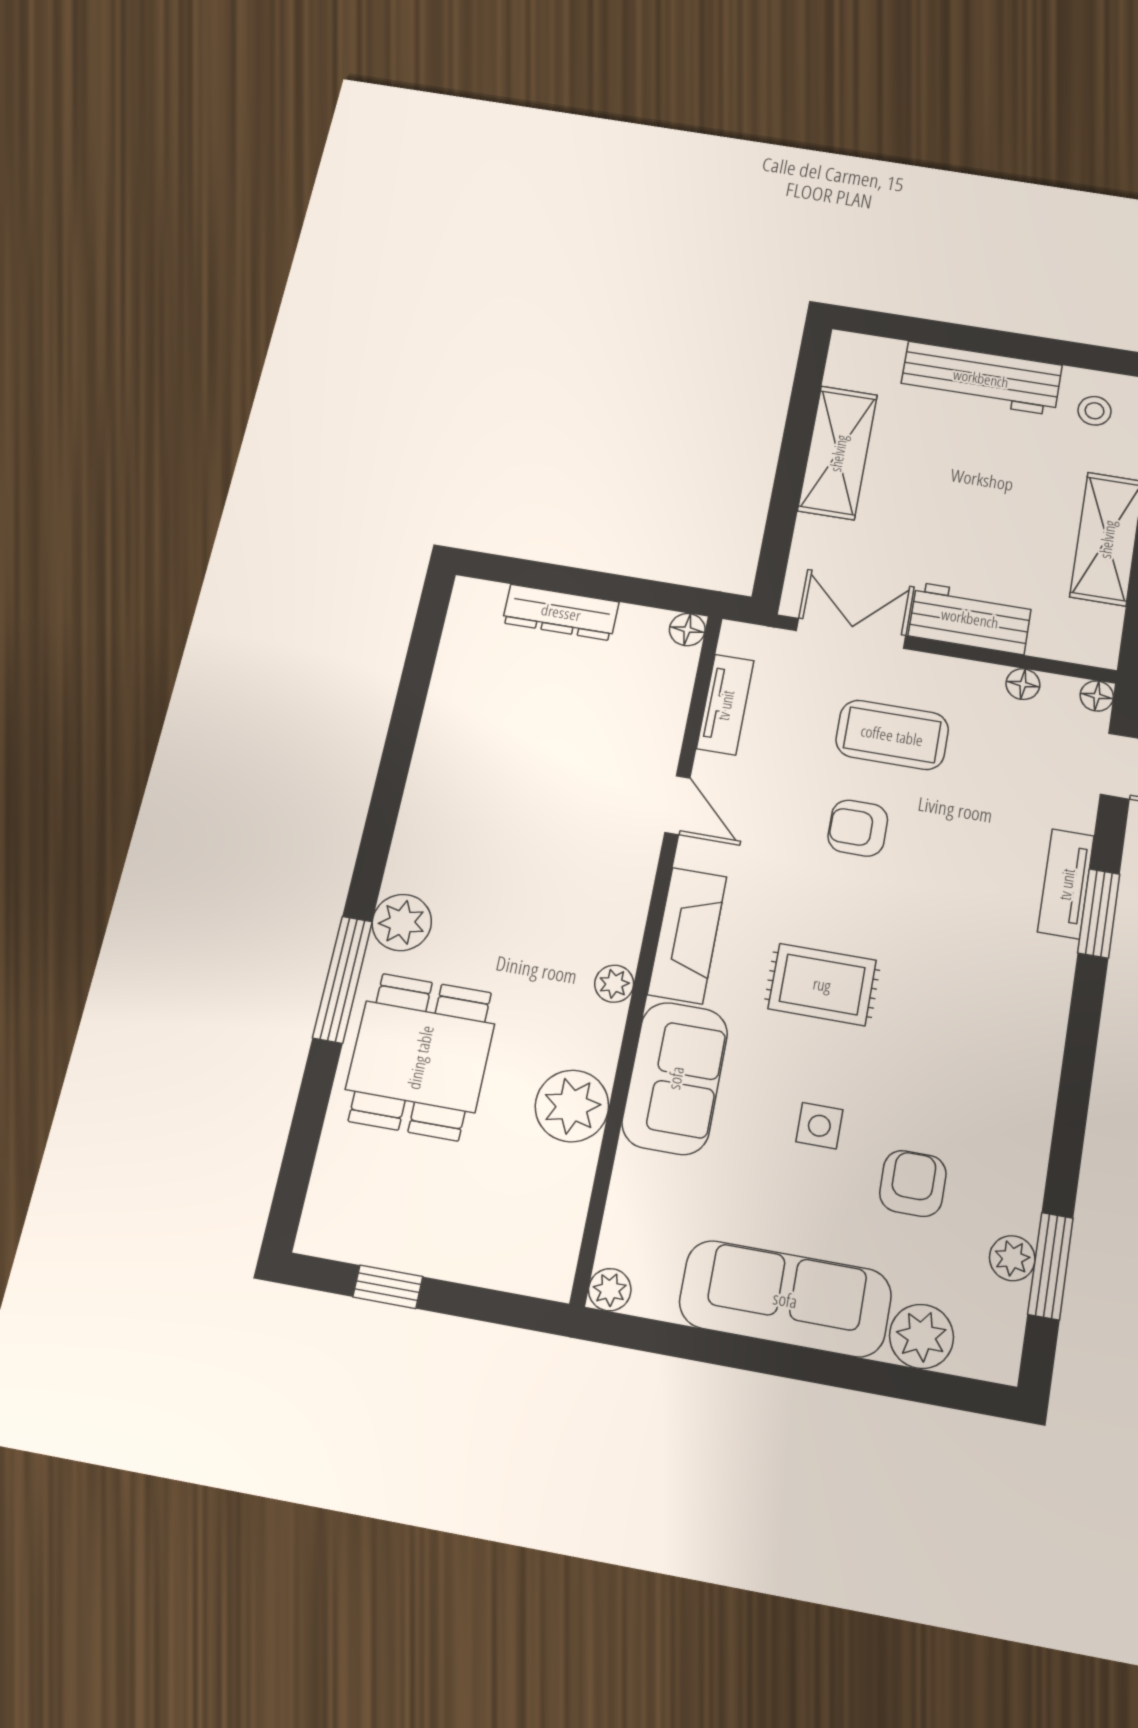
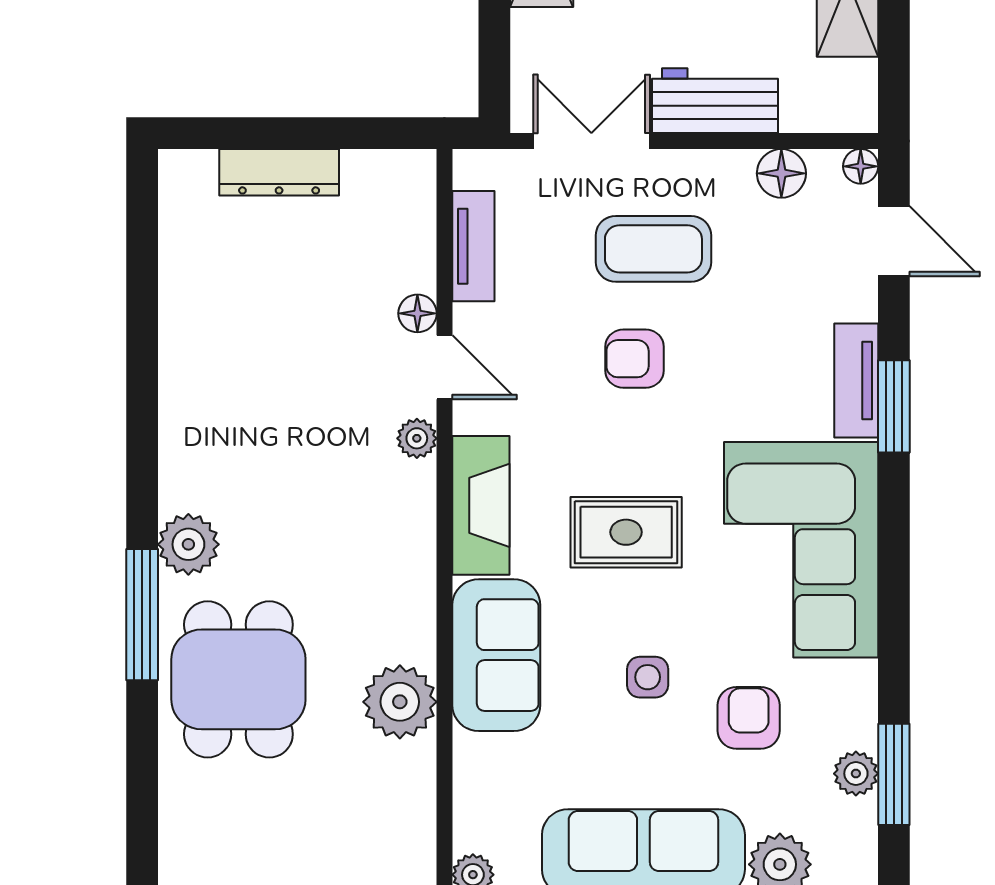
floor lamp: (687, 630) -> (417, 313), moved
floor lamp: (1023, 684) -> (781, 173), width x1.37, depth x1.37
plant: (614, 984) -> (417, 438), moved
corner sofa: (990, 1031) -> (801, 550), added

